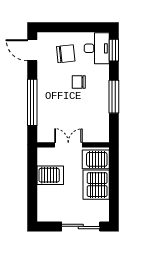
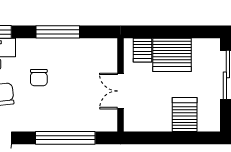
server rack: (96, 159) -> (143, 50), width x0.73, depth x0.70
server rack: (50, 175) -> (185, 115), moved

